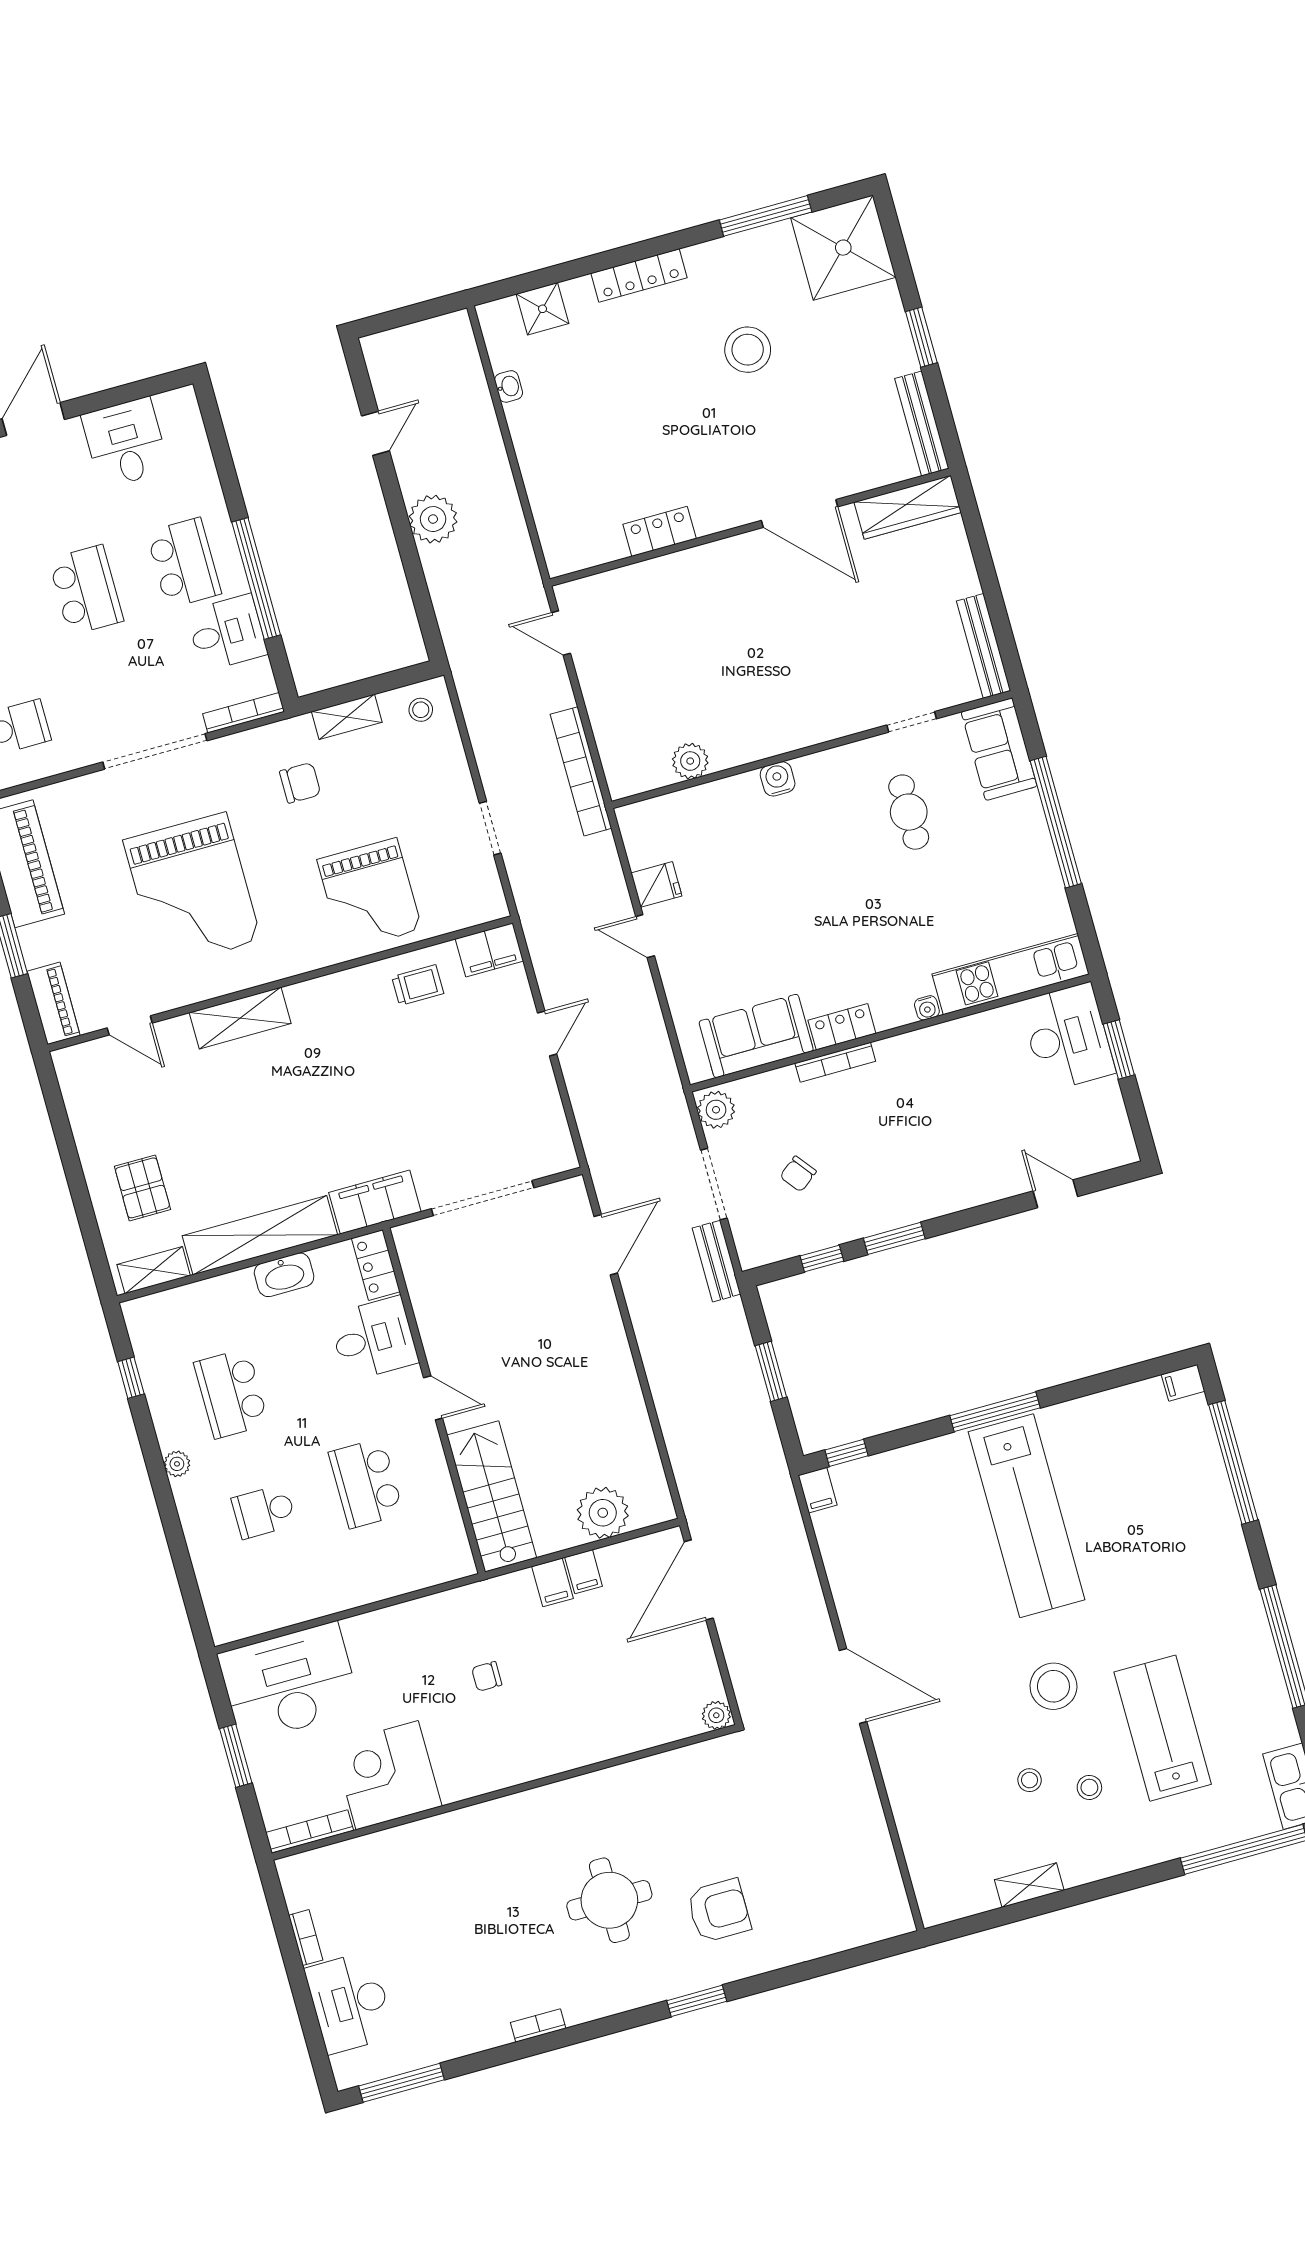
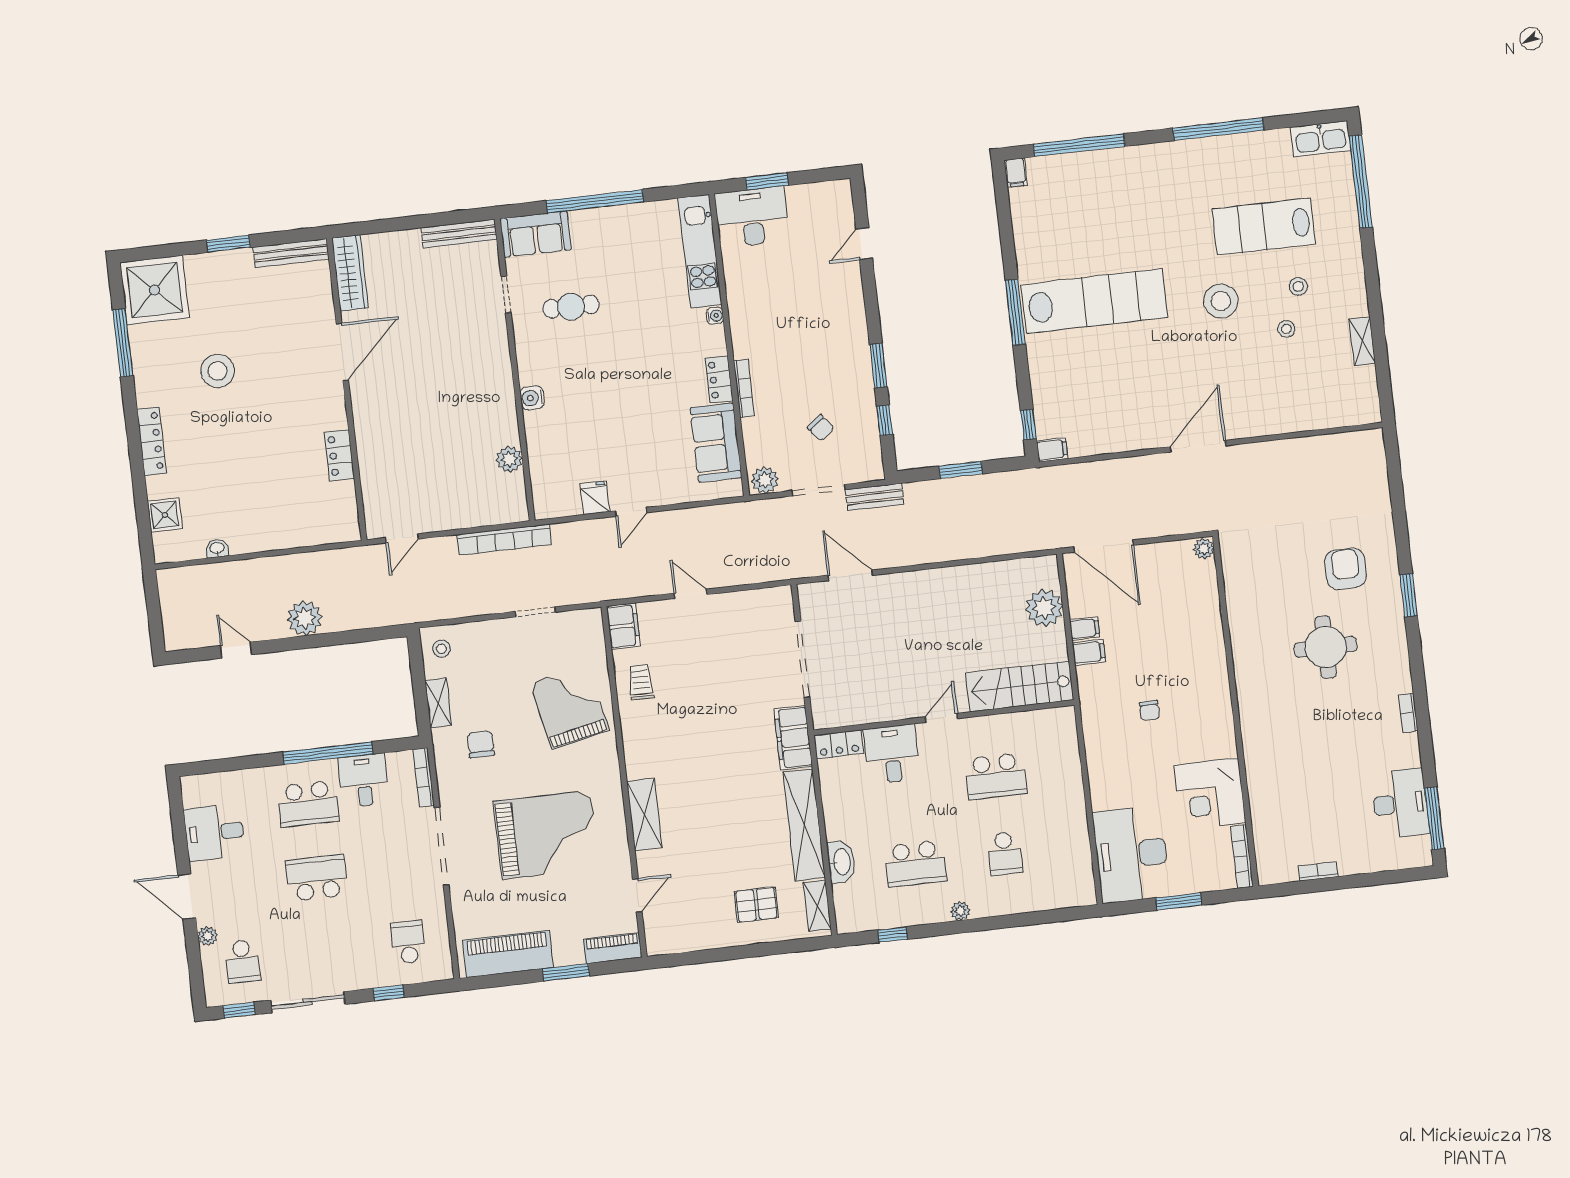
school desk: (184, 563) -> (308, 804), turned 180
grand piano: (370, 894) -> (570, 707), turned -102
washbasin: (284, 1275) -> (841, 862), moved
desk: (350, 2002) -> (1400, 804), moved, turned -90

